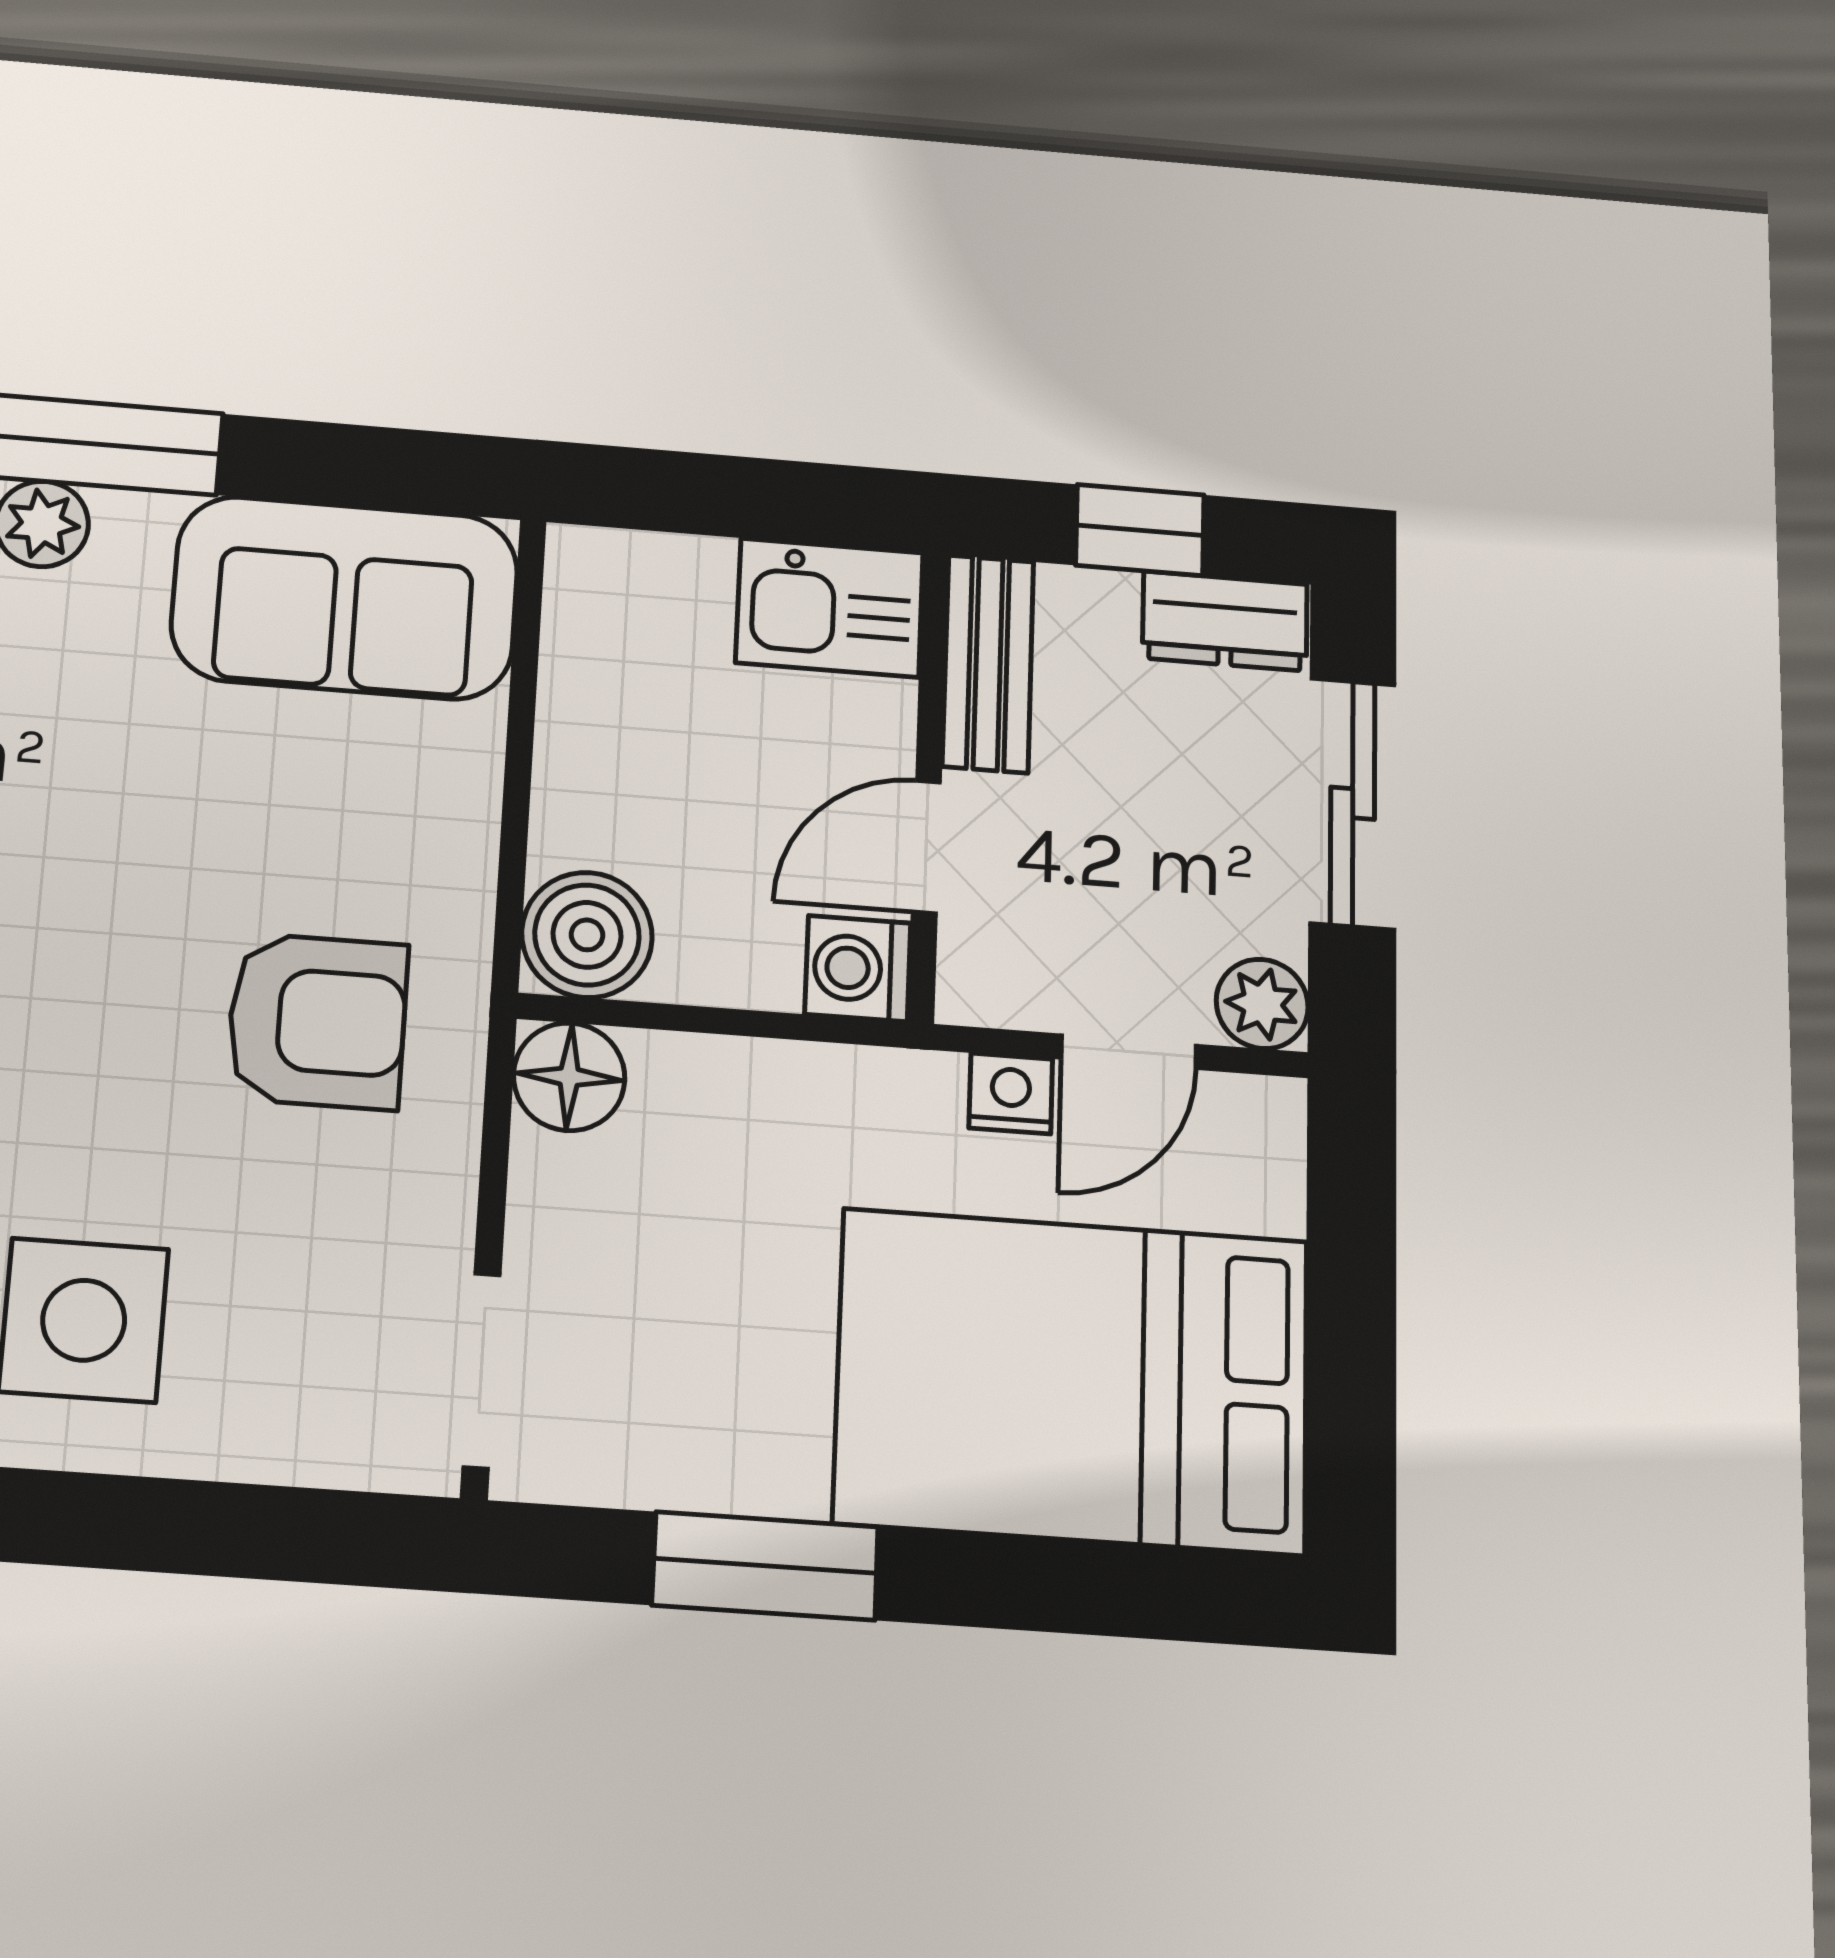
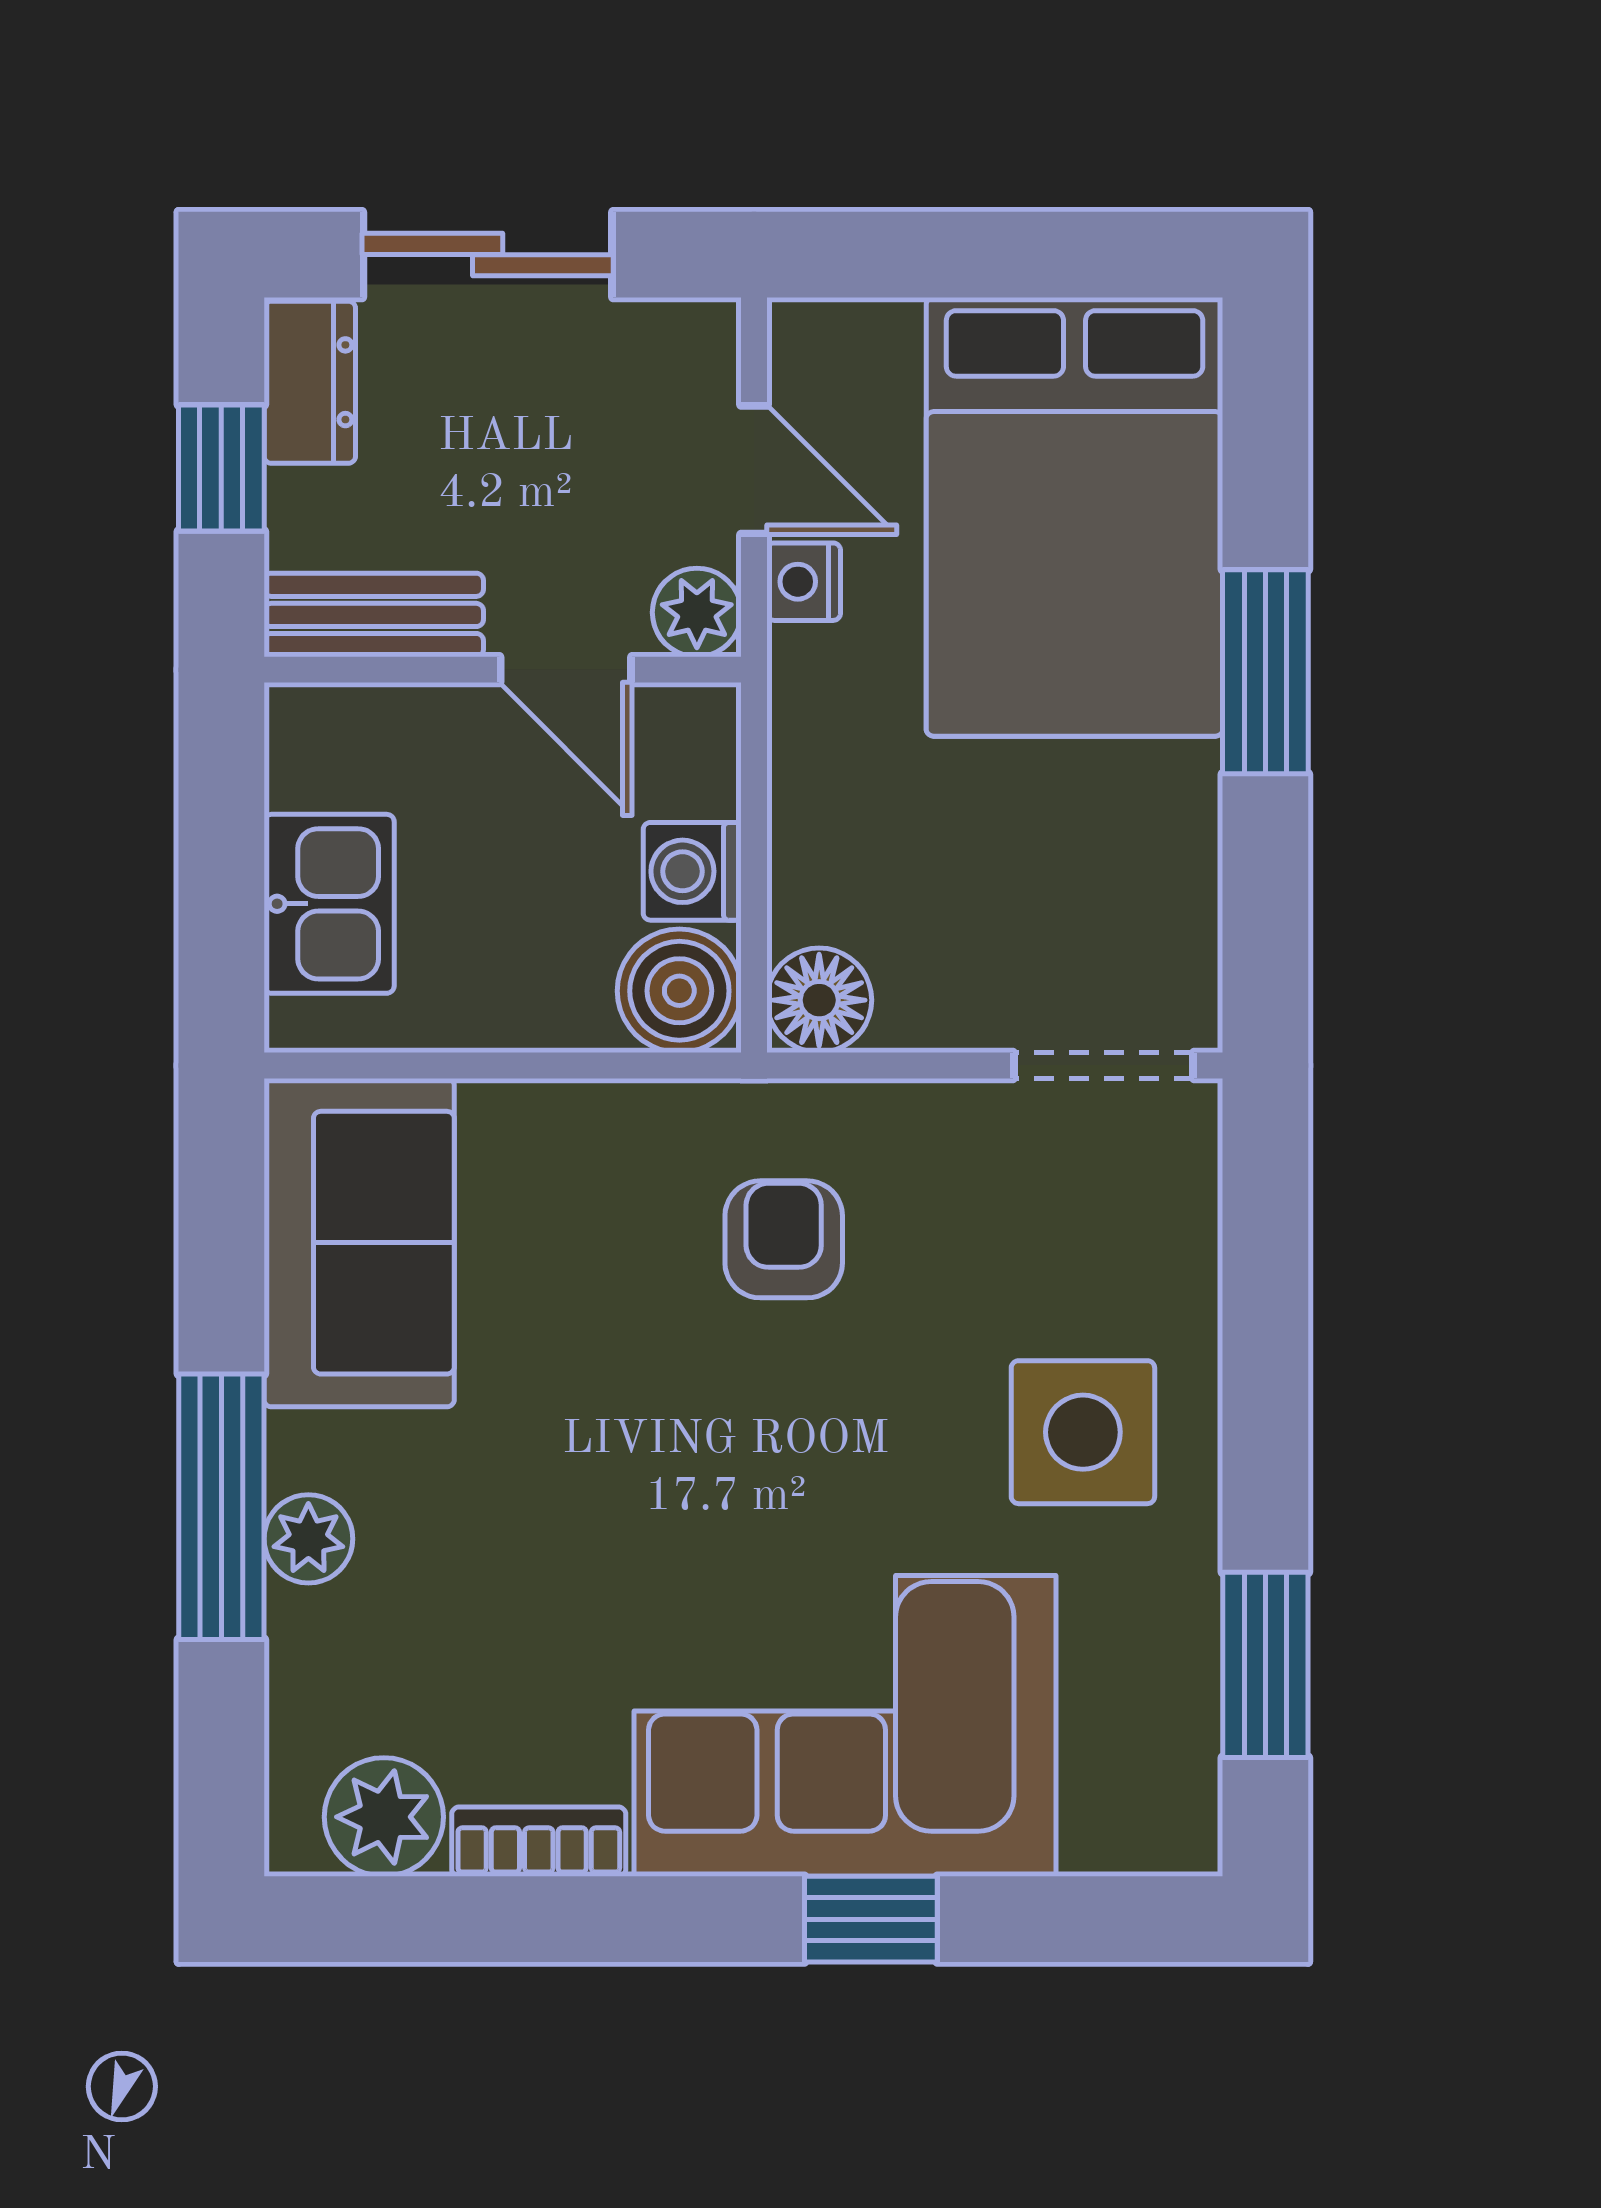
kitchen sink: (830, 608) -> (329, 904), moved
washing machine: (858, 969) -> (692, 871), moved, turned 90
plant: (1262, 1004) -> (697, 612), moved
armchair: (317, 1021) -> (784, 1239), width x0.72, depth x0.72
window: (765, 1566) -> (1265, 672), moved

